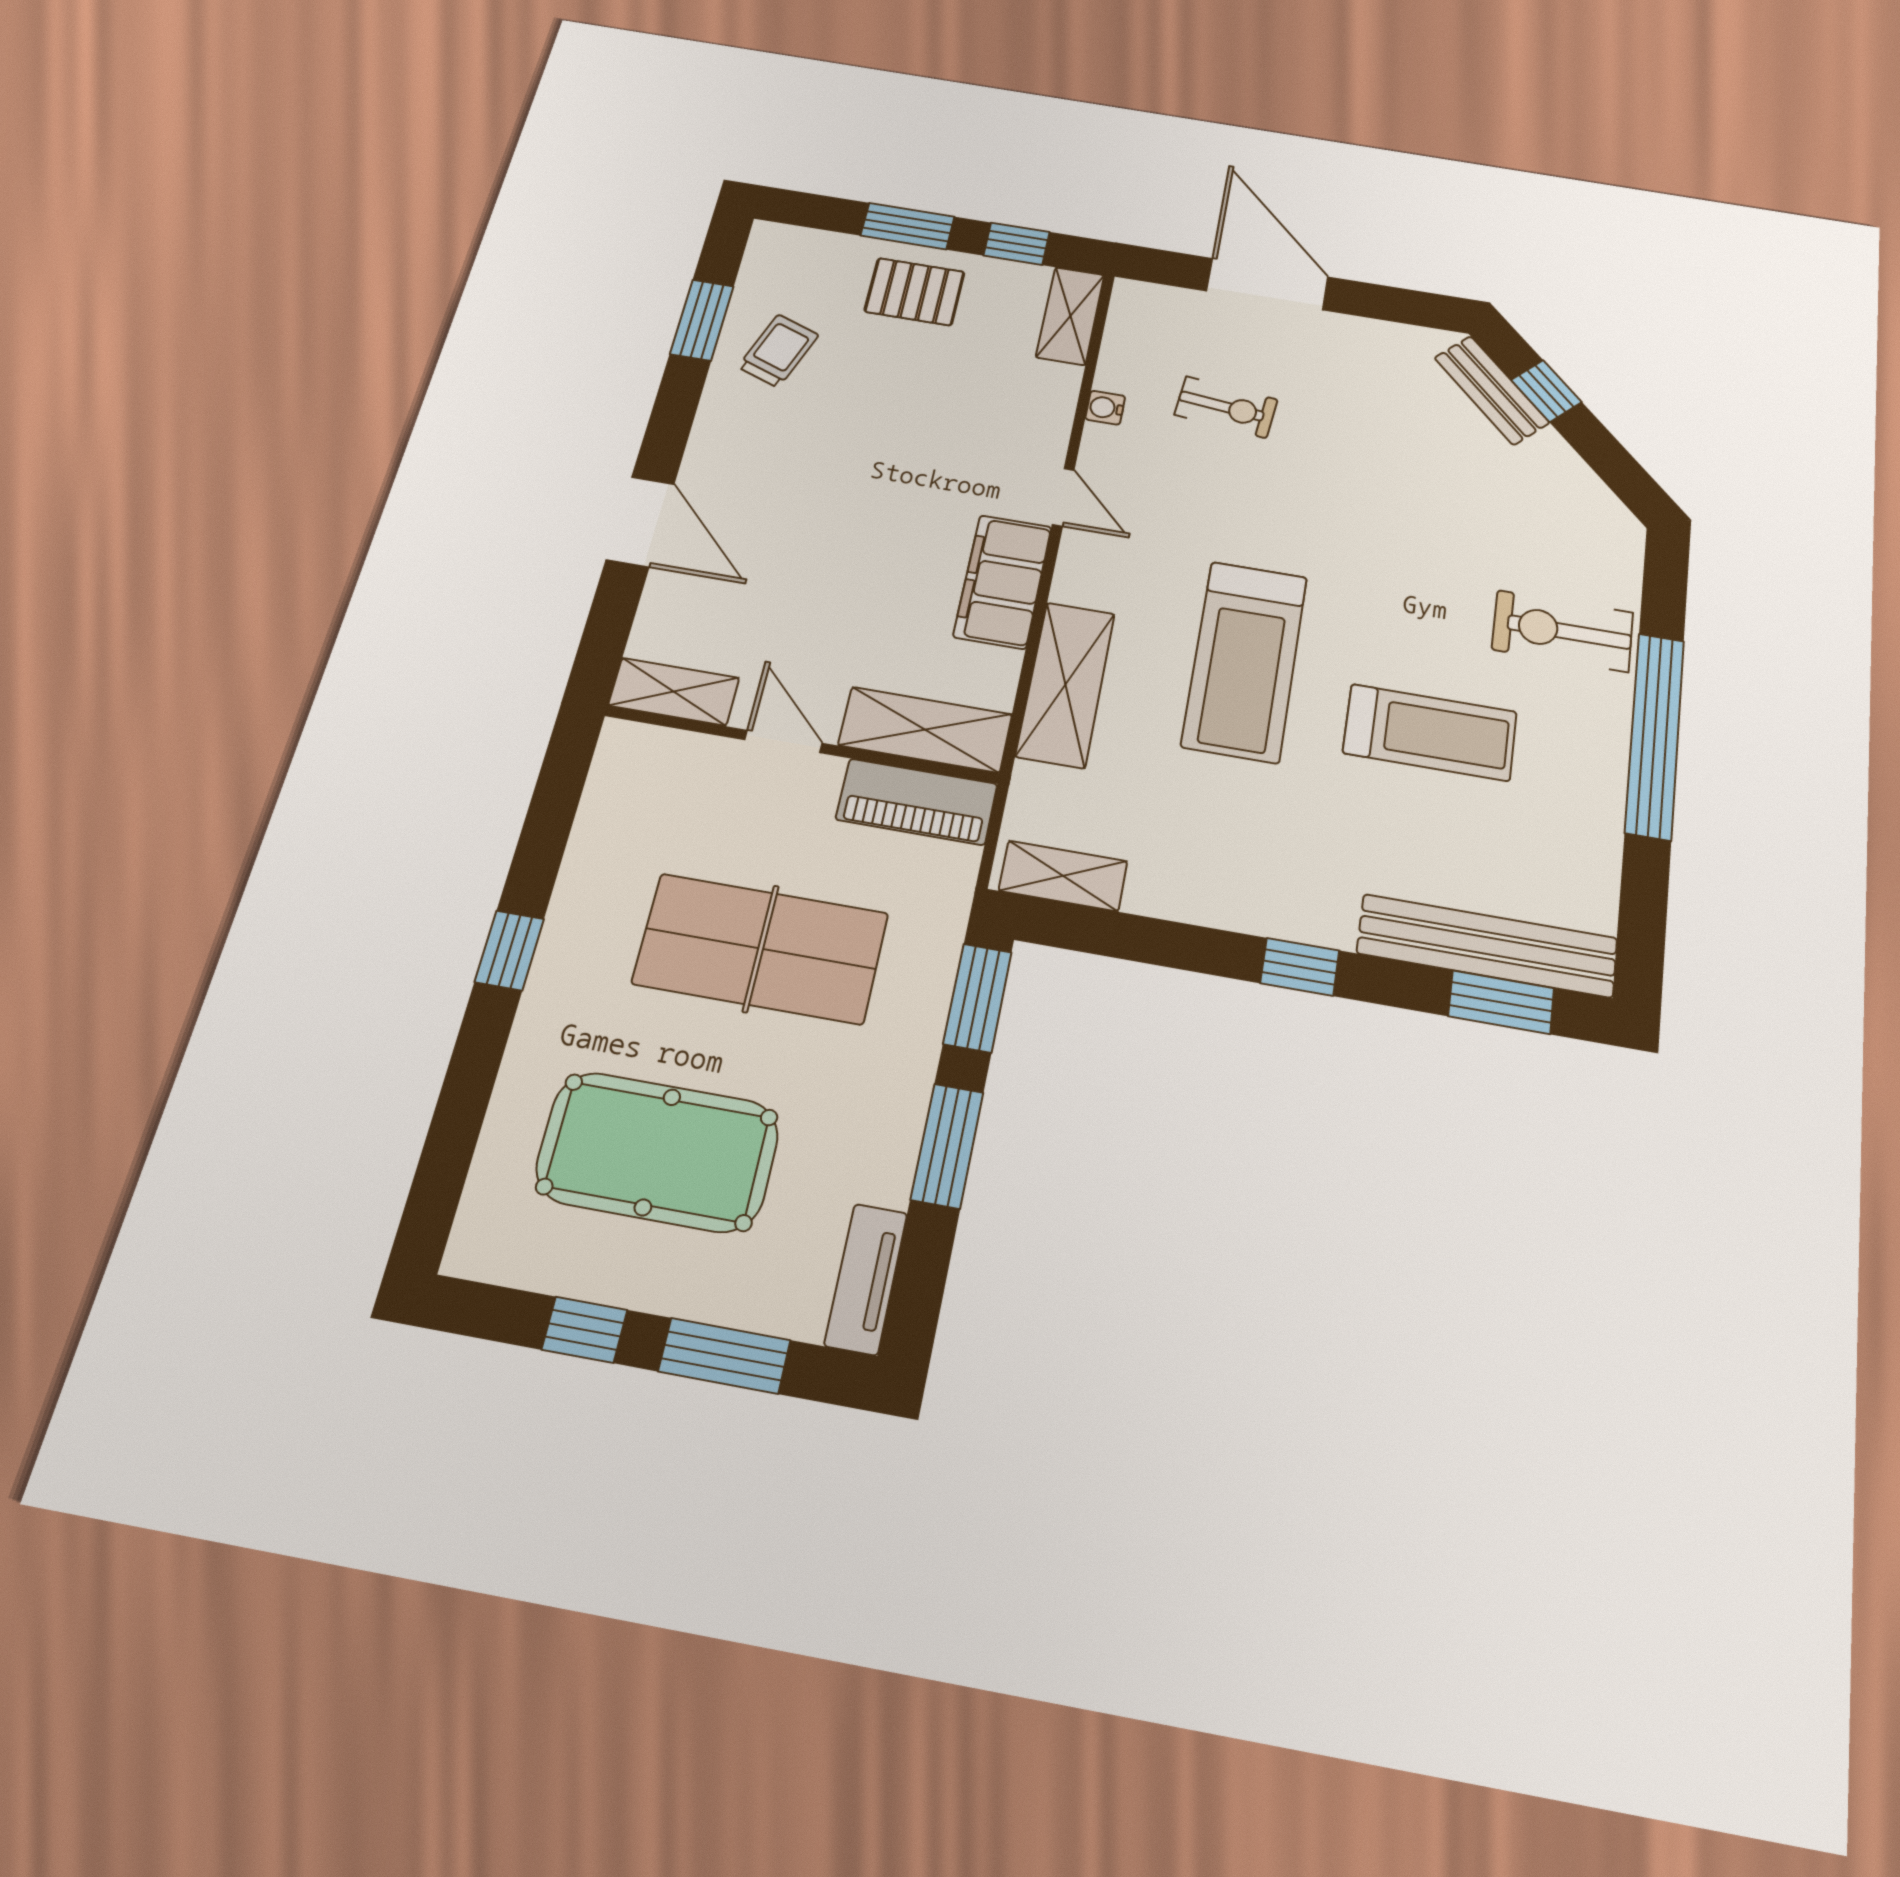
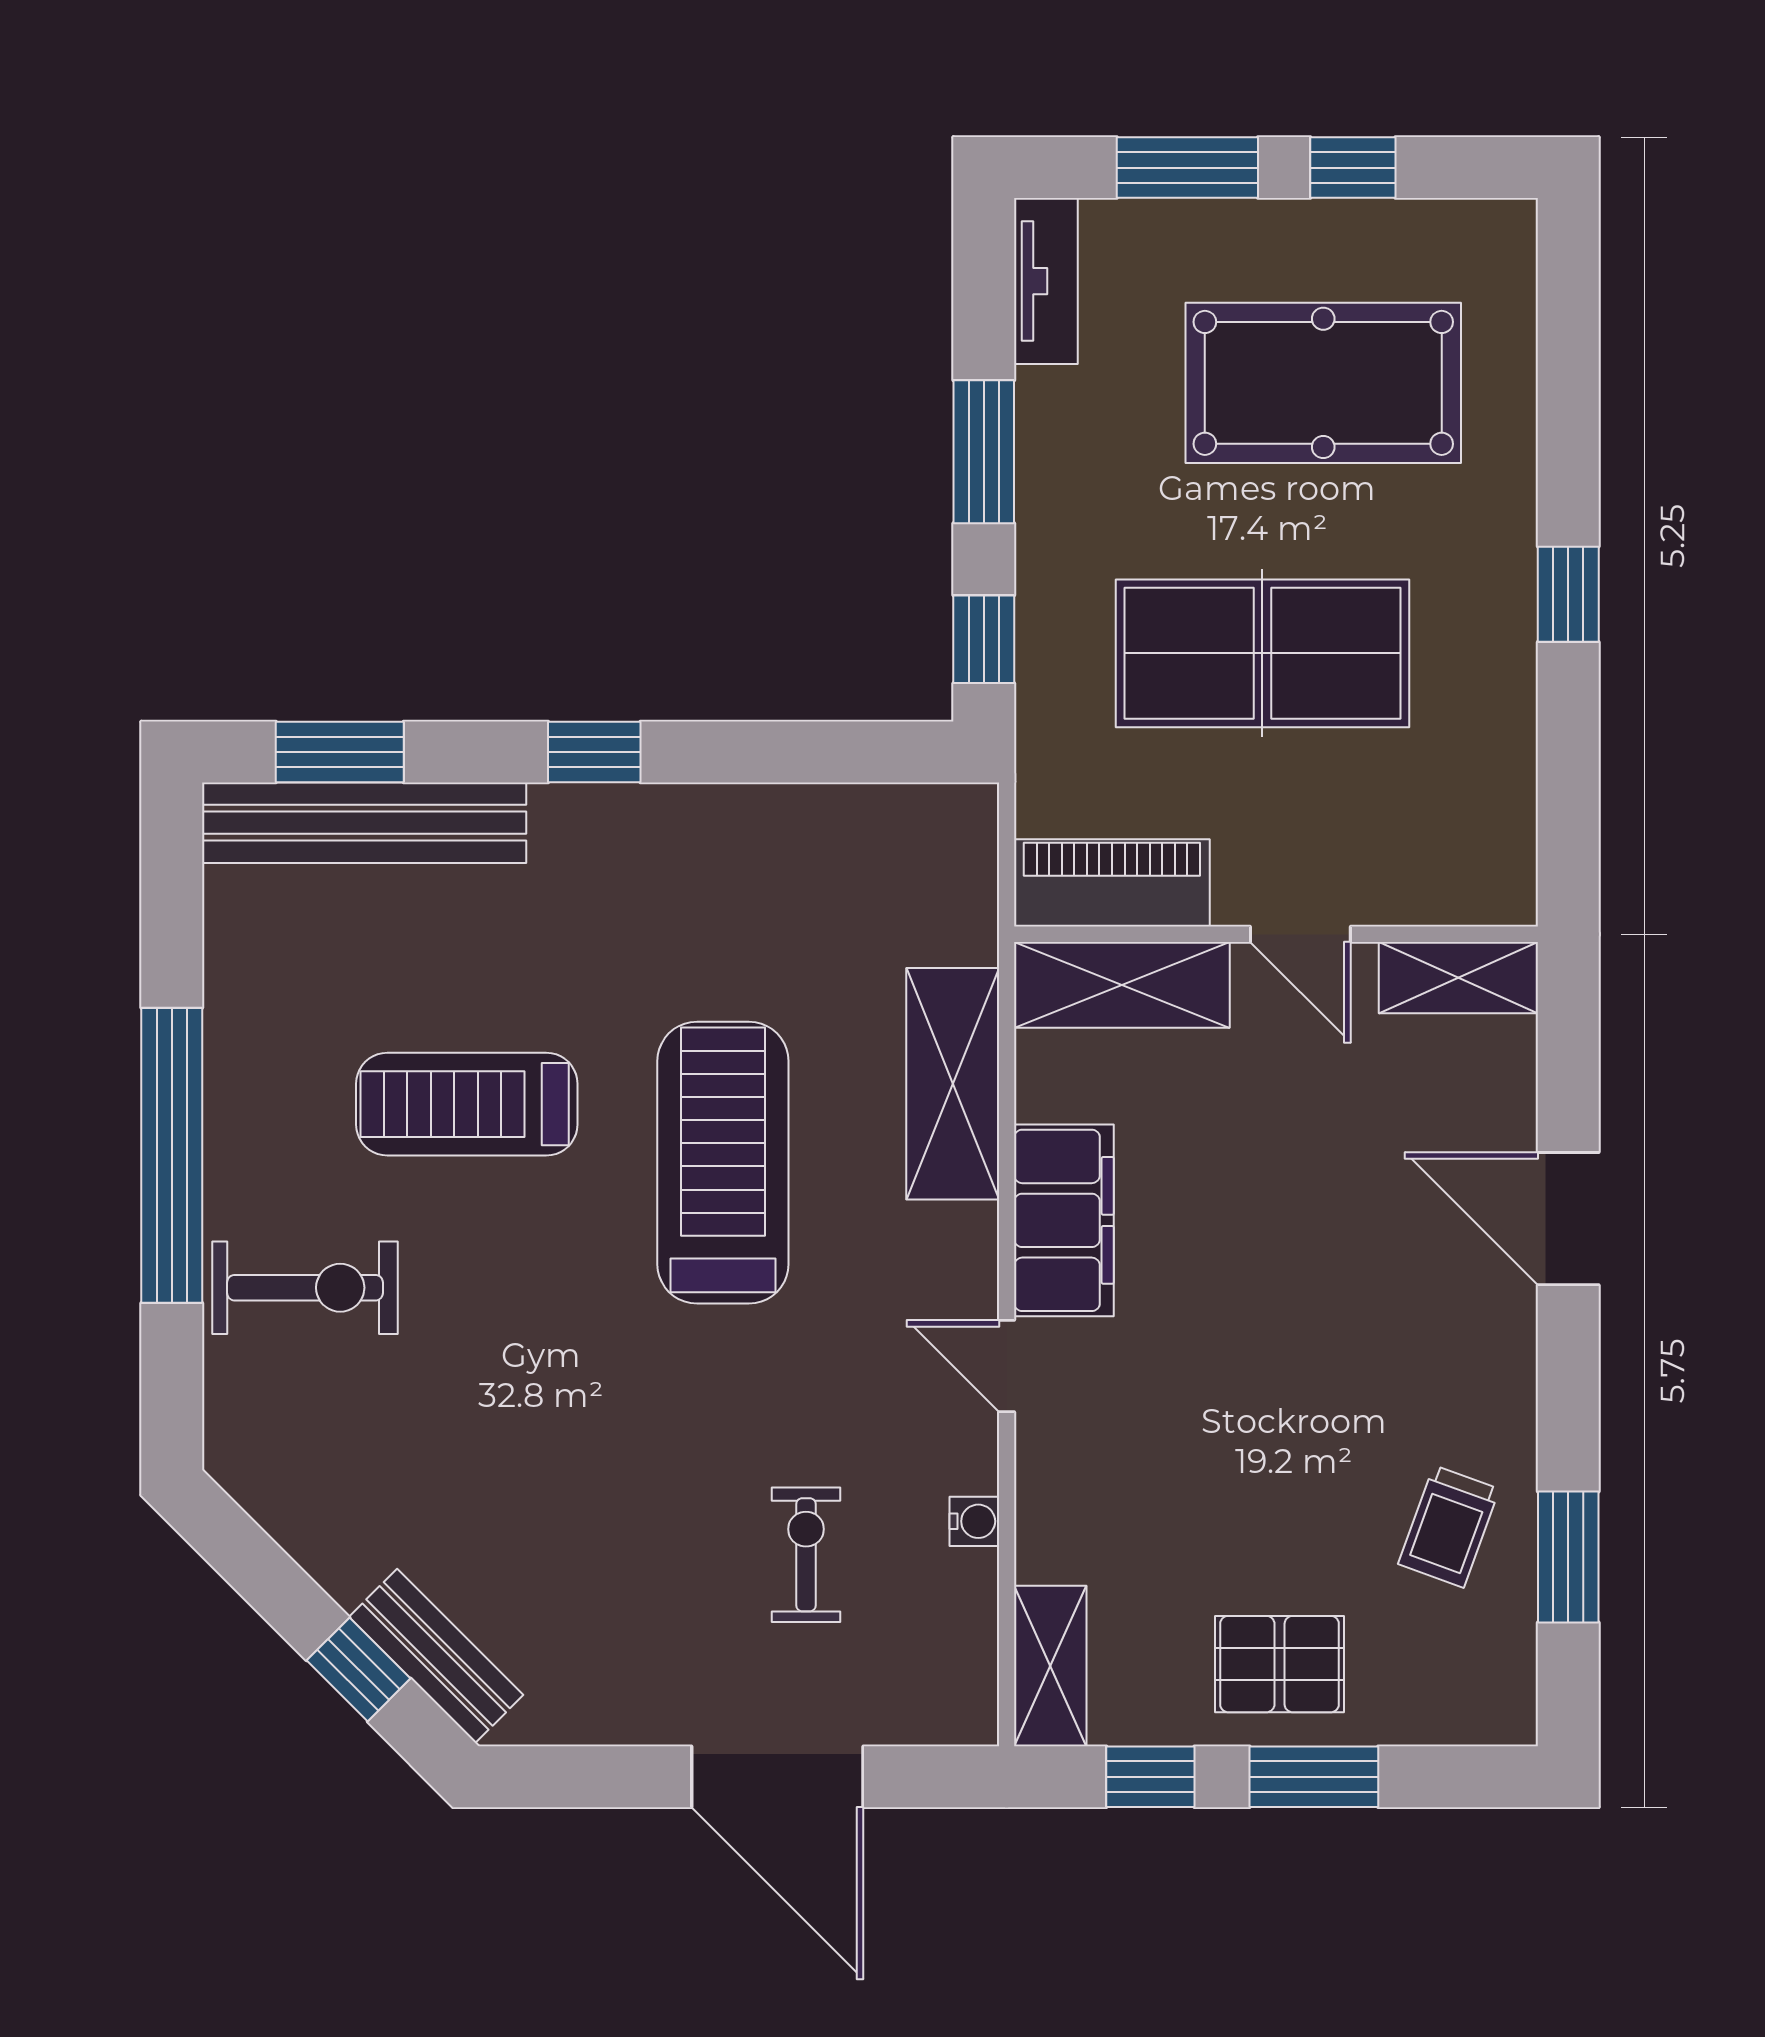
exercise bike: (1226, 407) -> (806, 1555), turned 84
shelving: (1063, 876) -> (908, 817), removed
window: (977, 998) -> (984, 639), width x0.67

